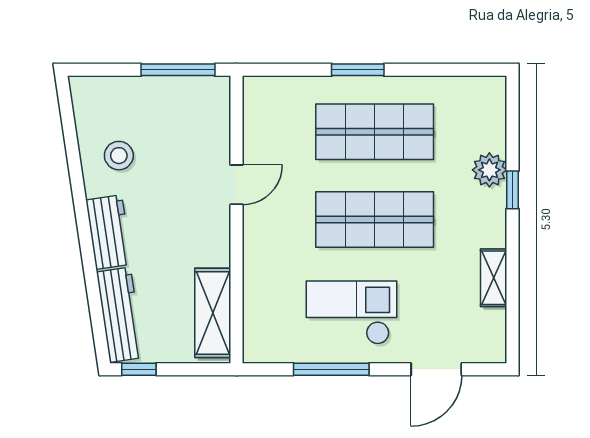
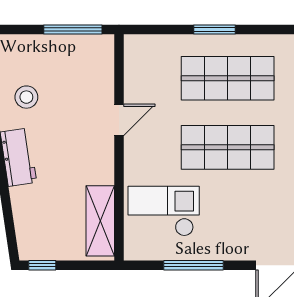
checkout: (352, 313) -> (164, 211), moved
workbench: (120, 315) -> (27, 222), removed

